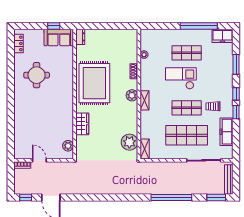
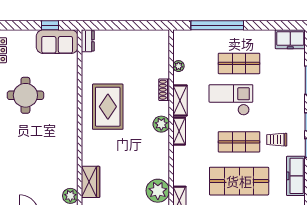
window: (199, 26) -> (217, 25), moved
shelving: (145, 79) -> (180, 100), added
rug: (94, 83) -> (108, 107), width x0.73, depth x0.69
wardrobe: (82, 124) -> (91, 182), moved

